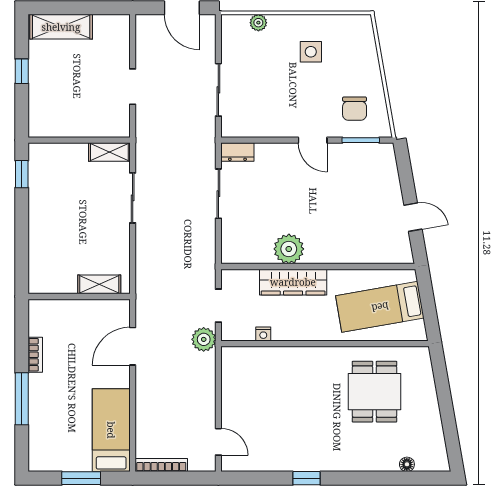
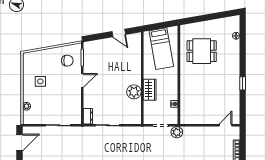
door: (413, 217) -> (119, 33), swing flipped
wardrobe: (293, 282) -> (150, 90), width x0.67

